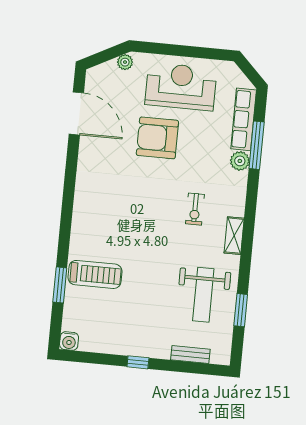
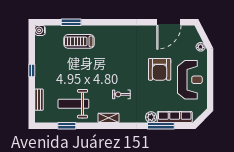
armchair: (157, 138) -> (160, 69), turned 180
treadmill: (95, 274) -> (79, 41), turned 90

